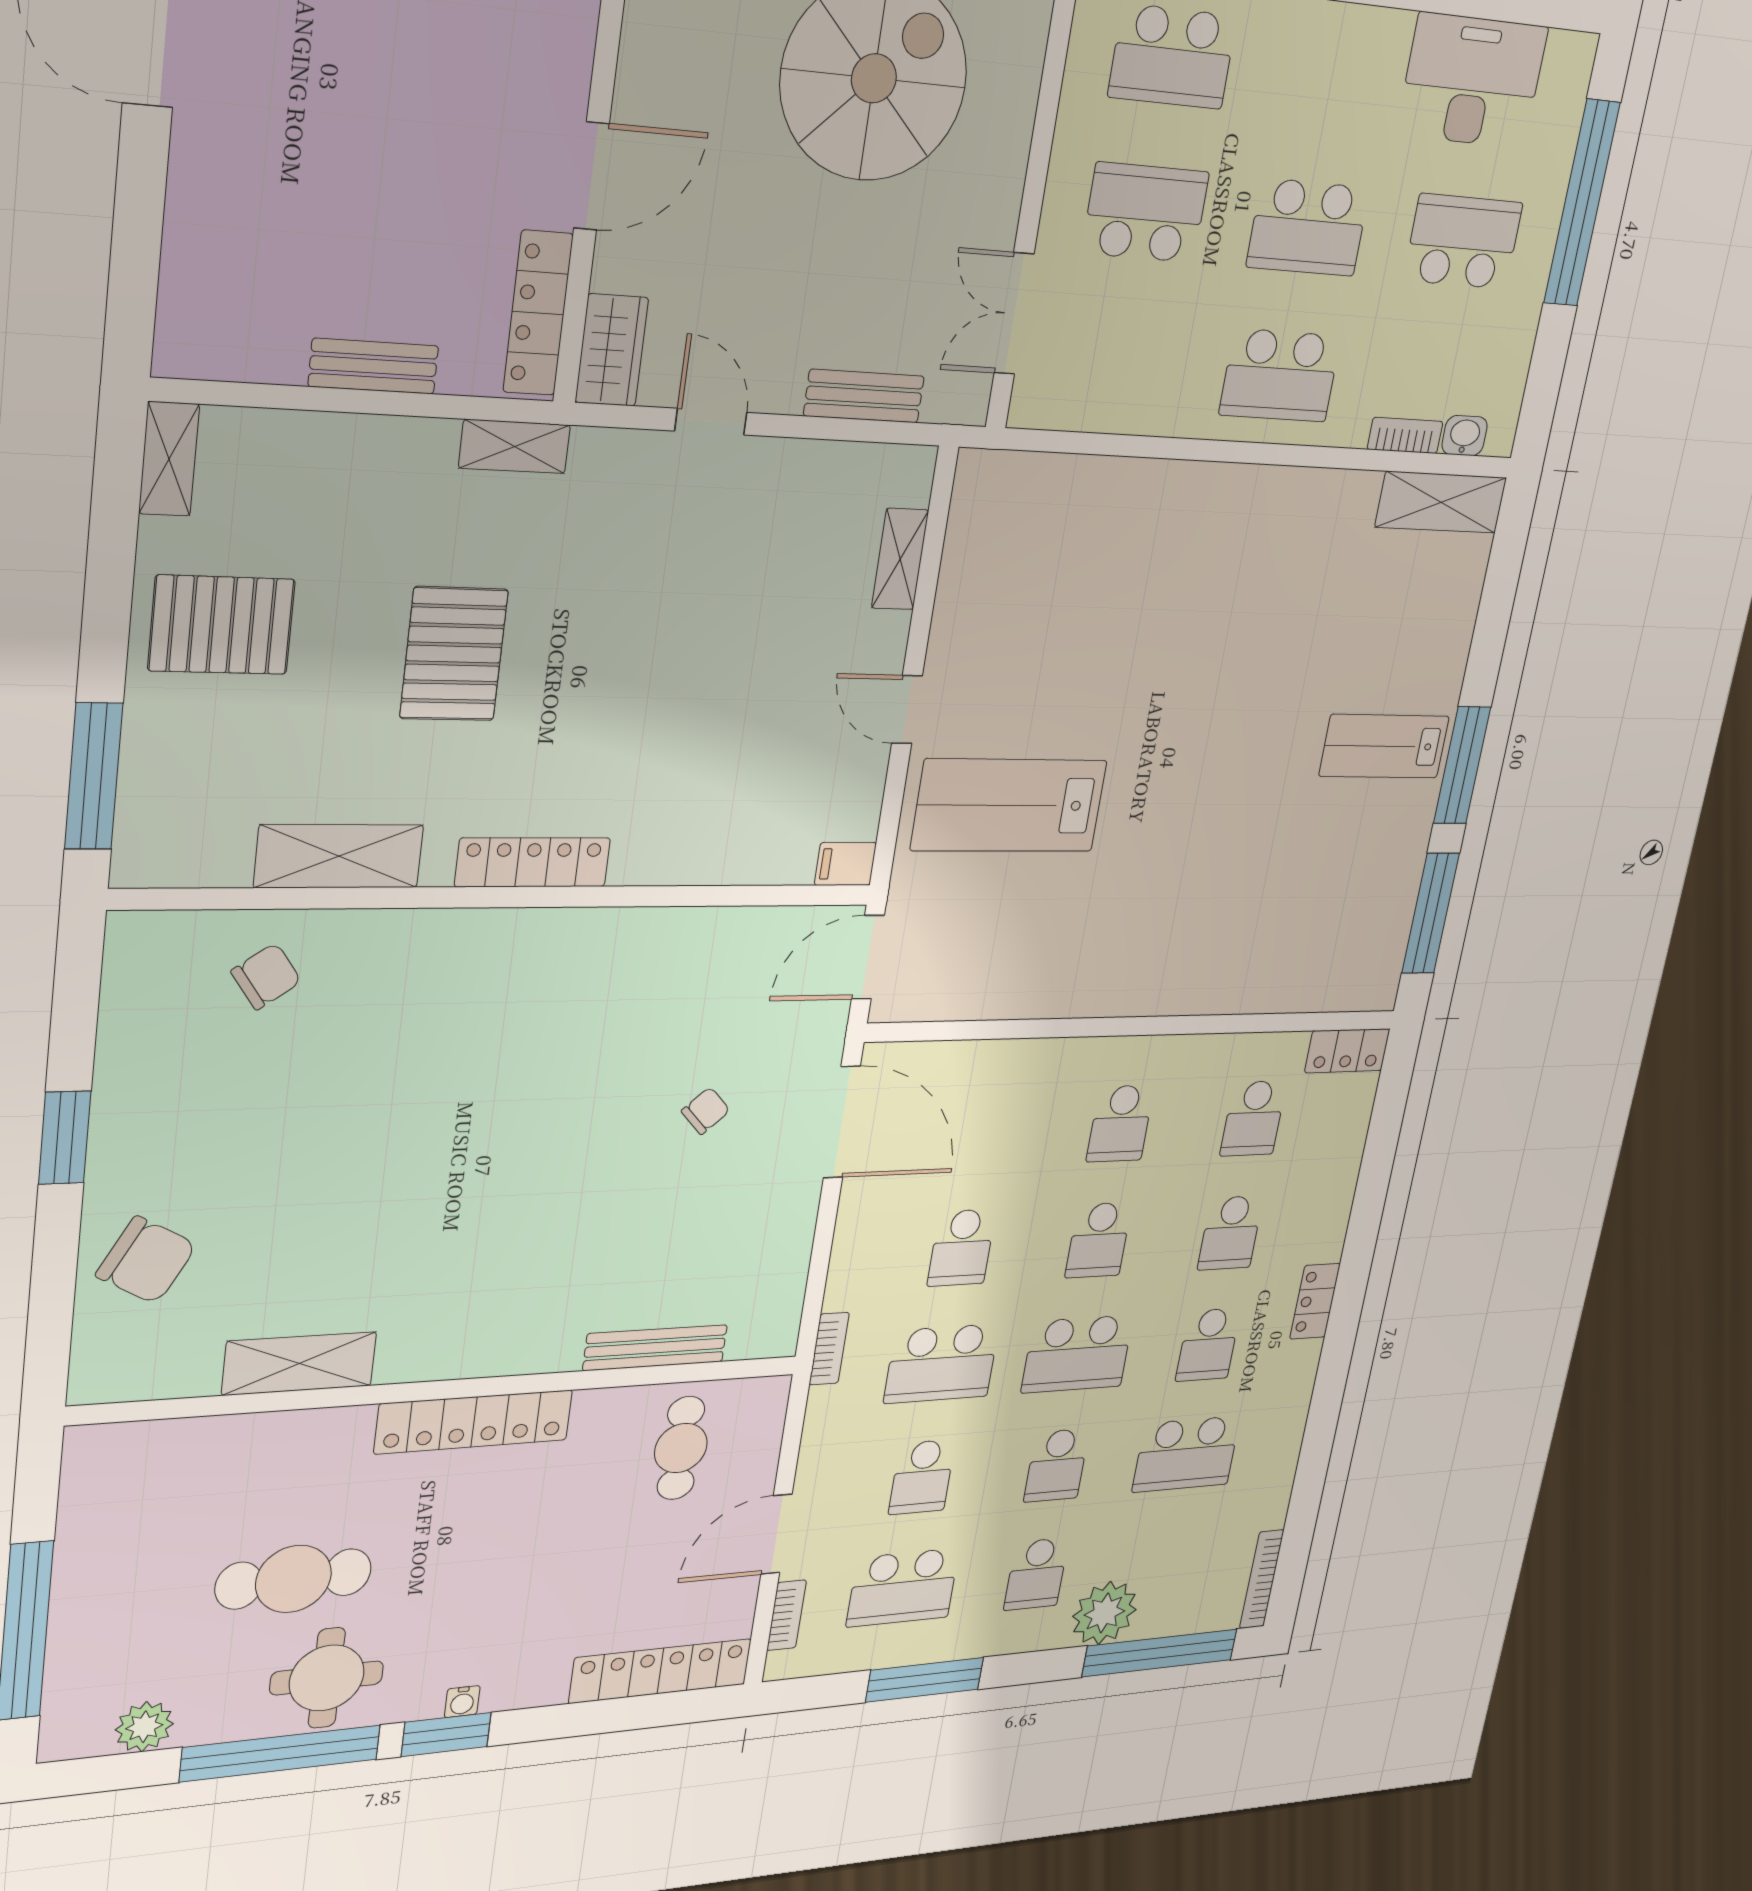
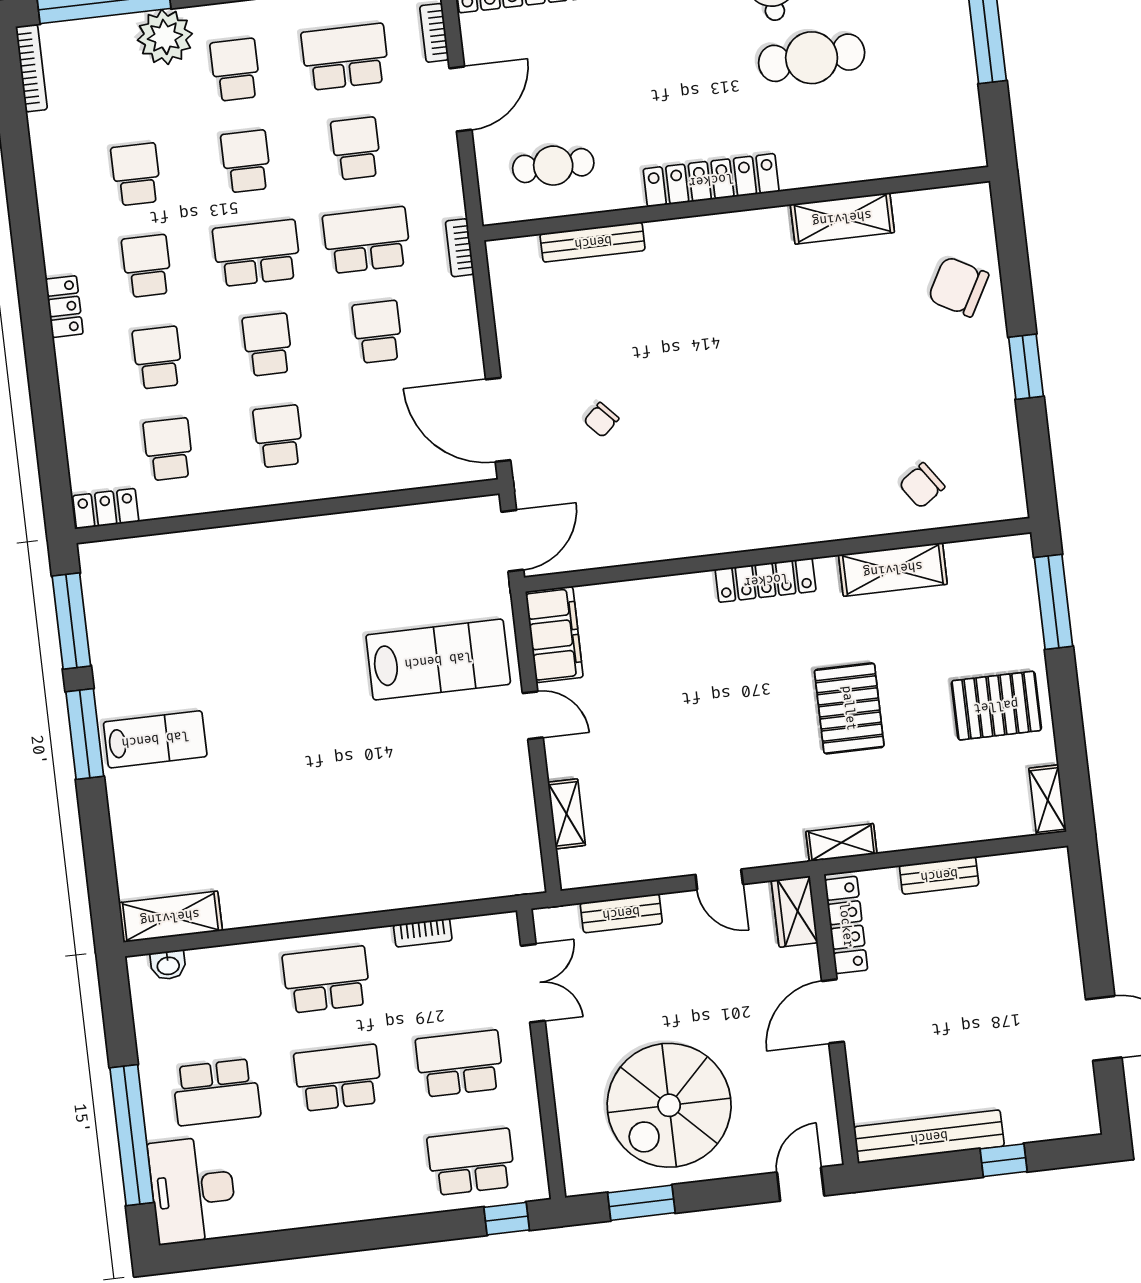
desk: (1472, 81) -> (193, 1190), moved, turned 90
school desk: (1145, 213) -> (460, 1064), turned 180
bookcase: (1405, 435) -> (423, 933), moved
filing cabinet: (845, 864) -> (554, 634), width x3.00, depth x1.17
cafe table: (681, 1448) -> (553, 166), turned 90
school desk: (1186, 1454) -> (136, 174), width x0.54

